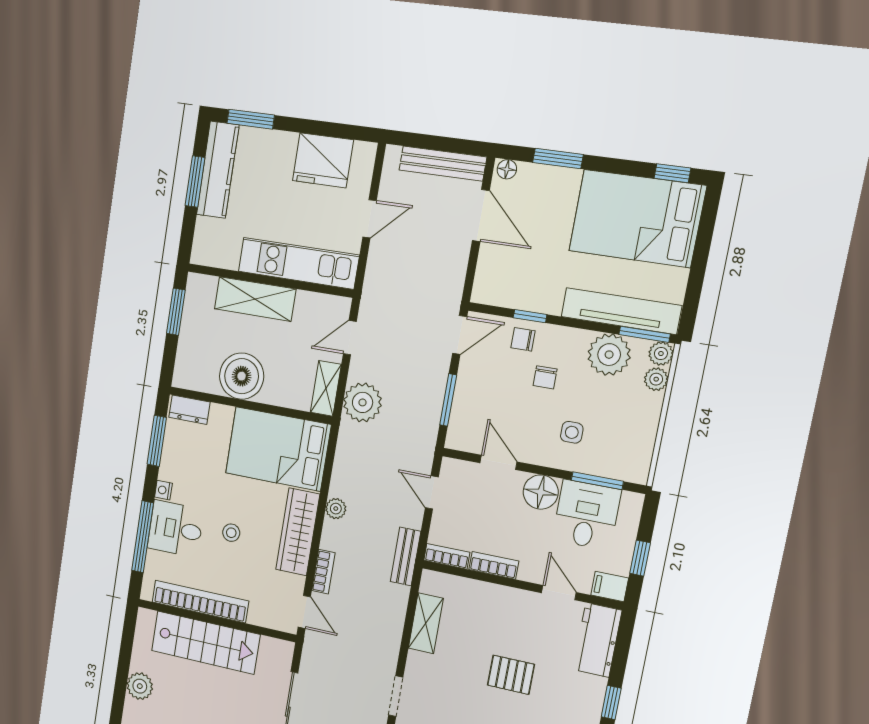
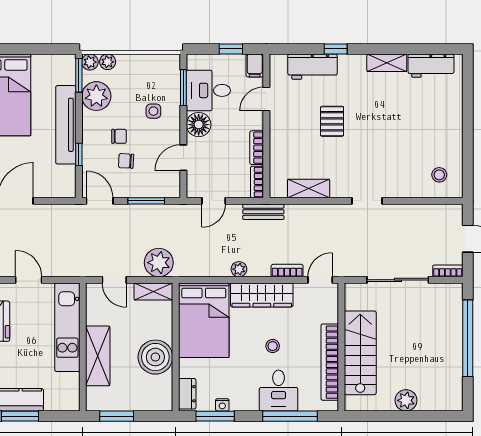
tv unit: (621, 311) -> (66, 125), moved
chair: (523, 339) -> (126, 161), moved, turned 93
nightstand: (163, 490) -> (222, 405), moved
workbench: (597, 640) -> (313, 67), moved

